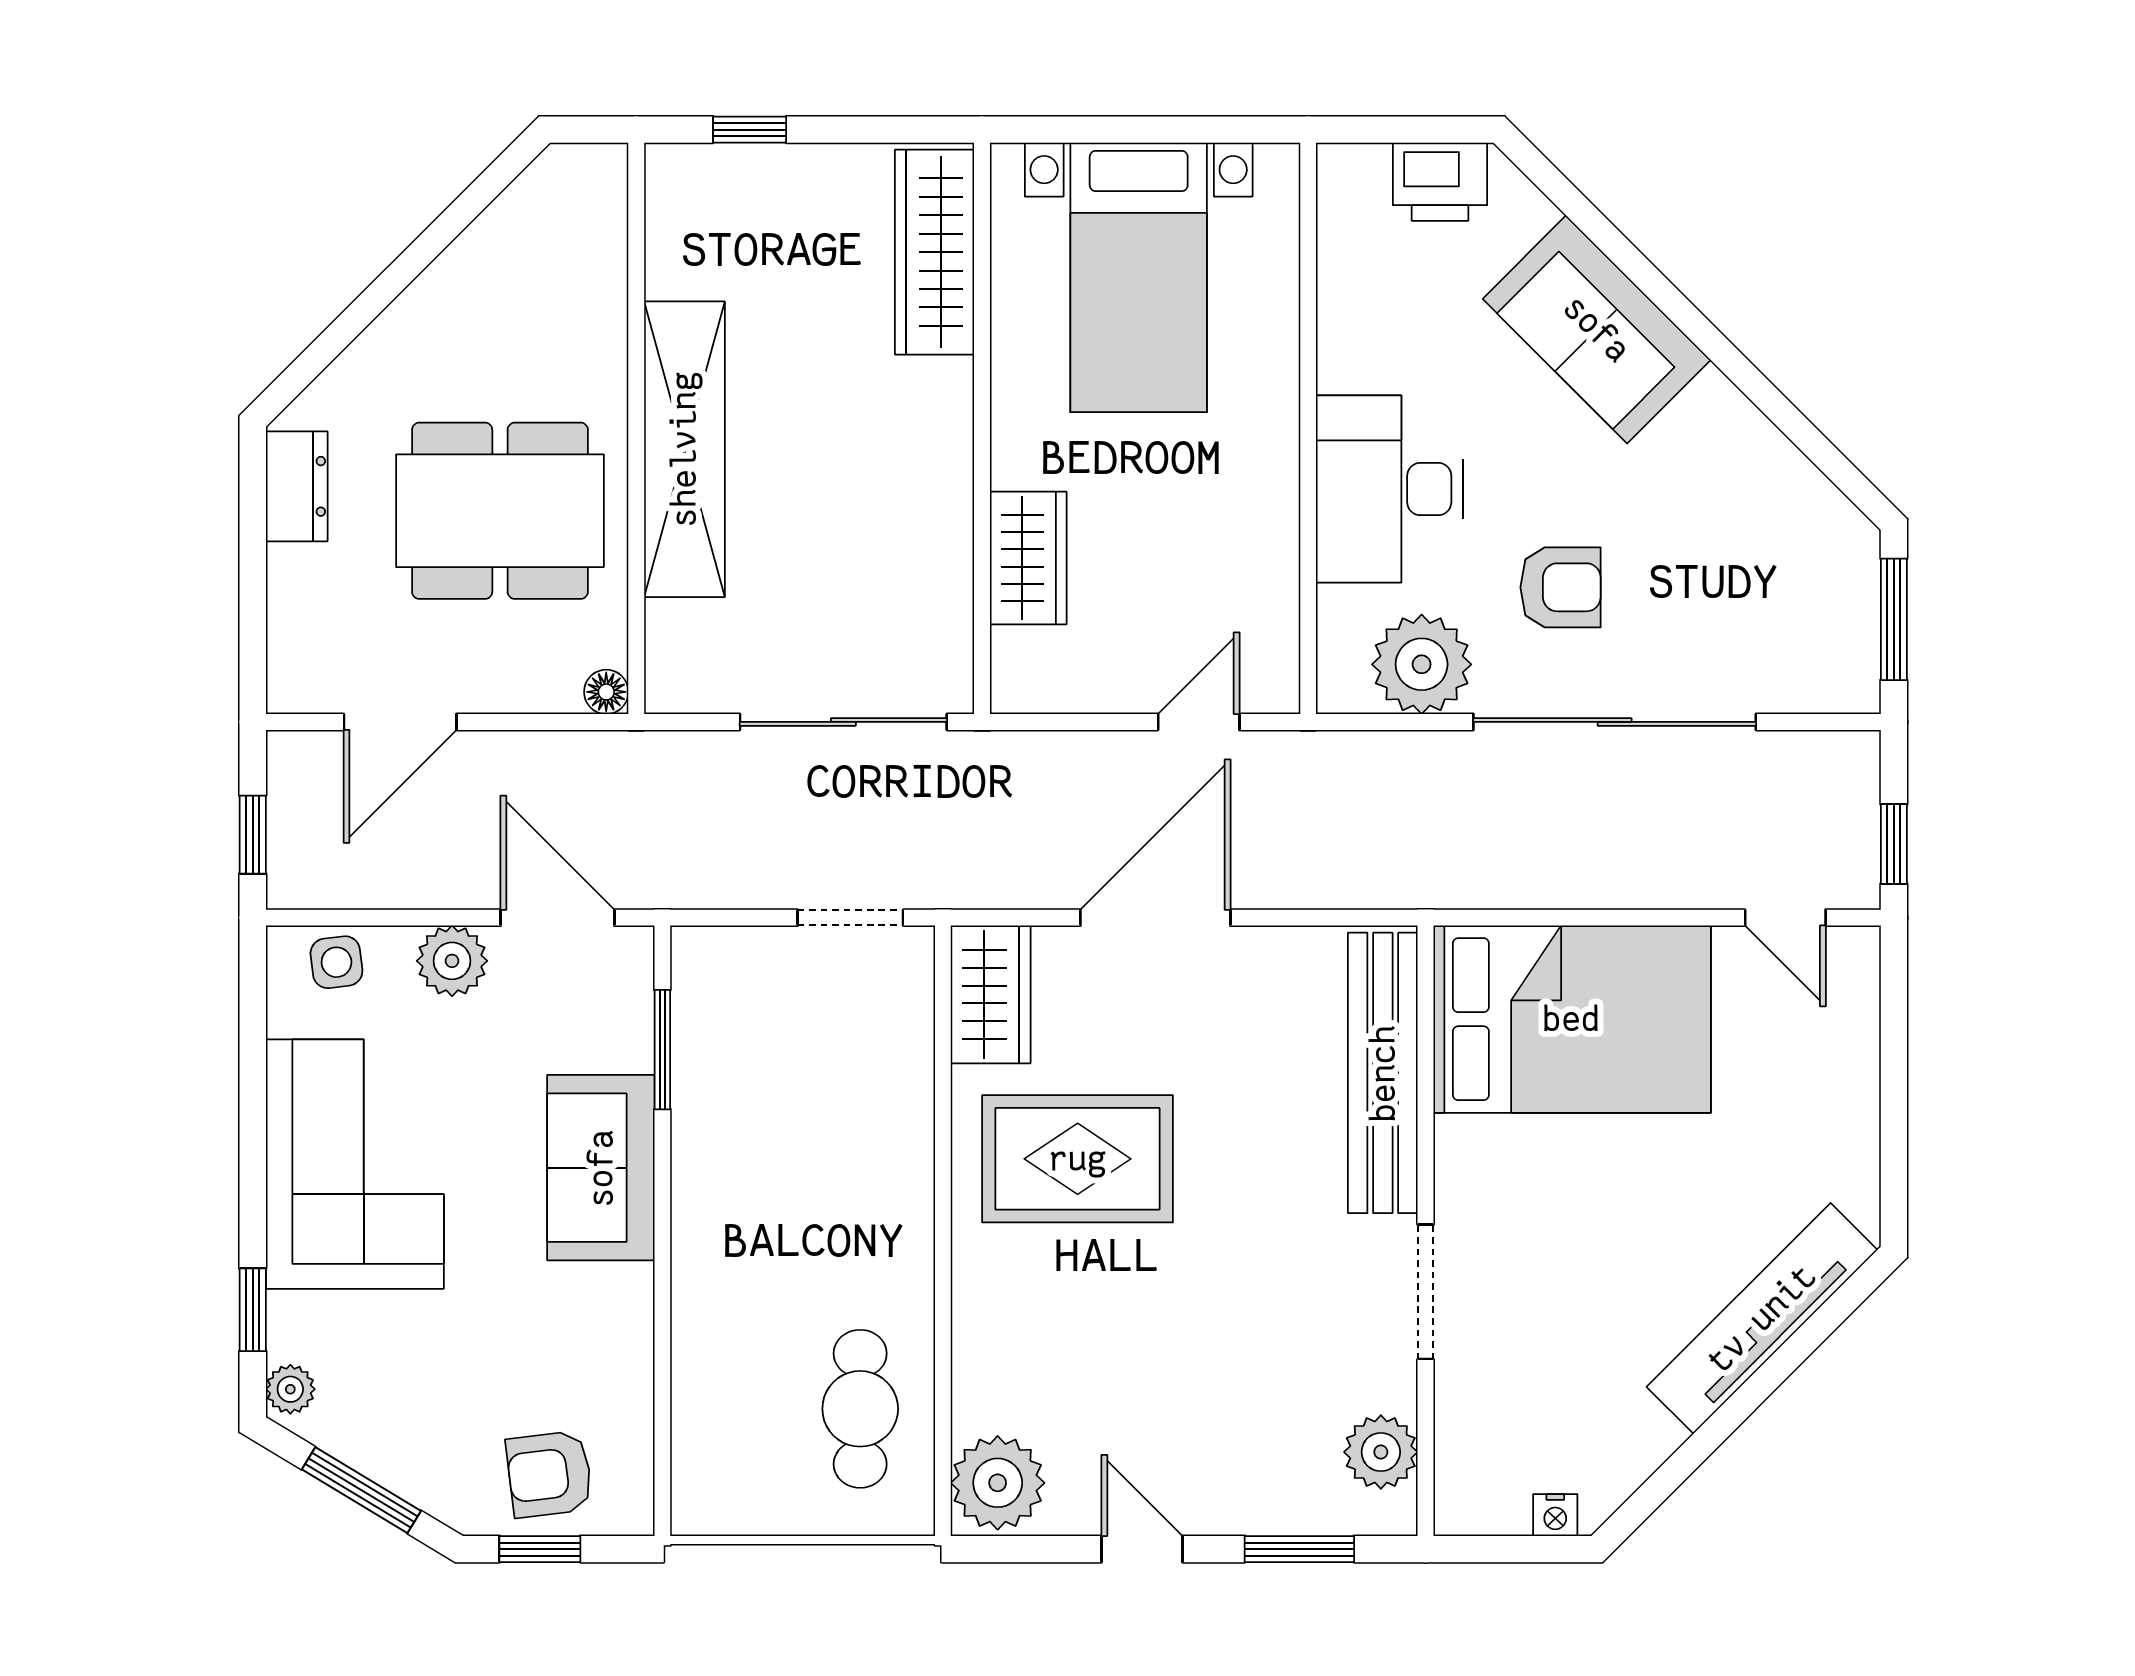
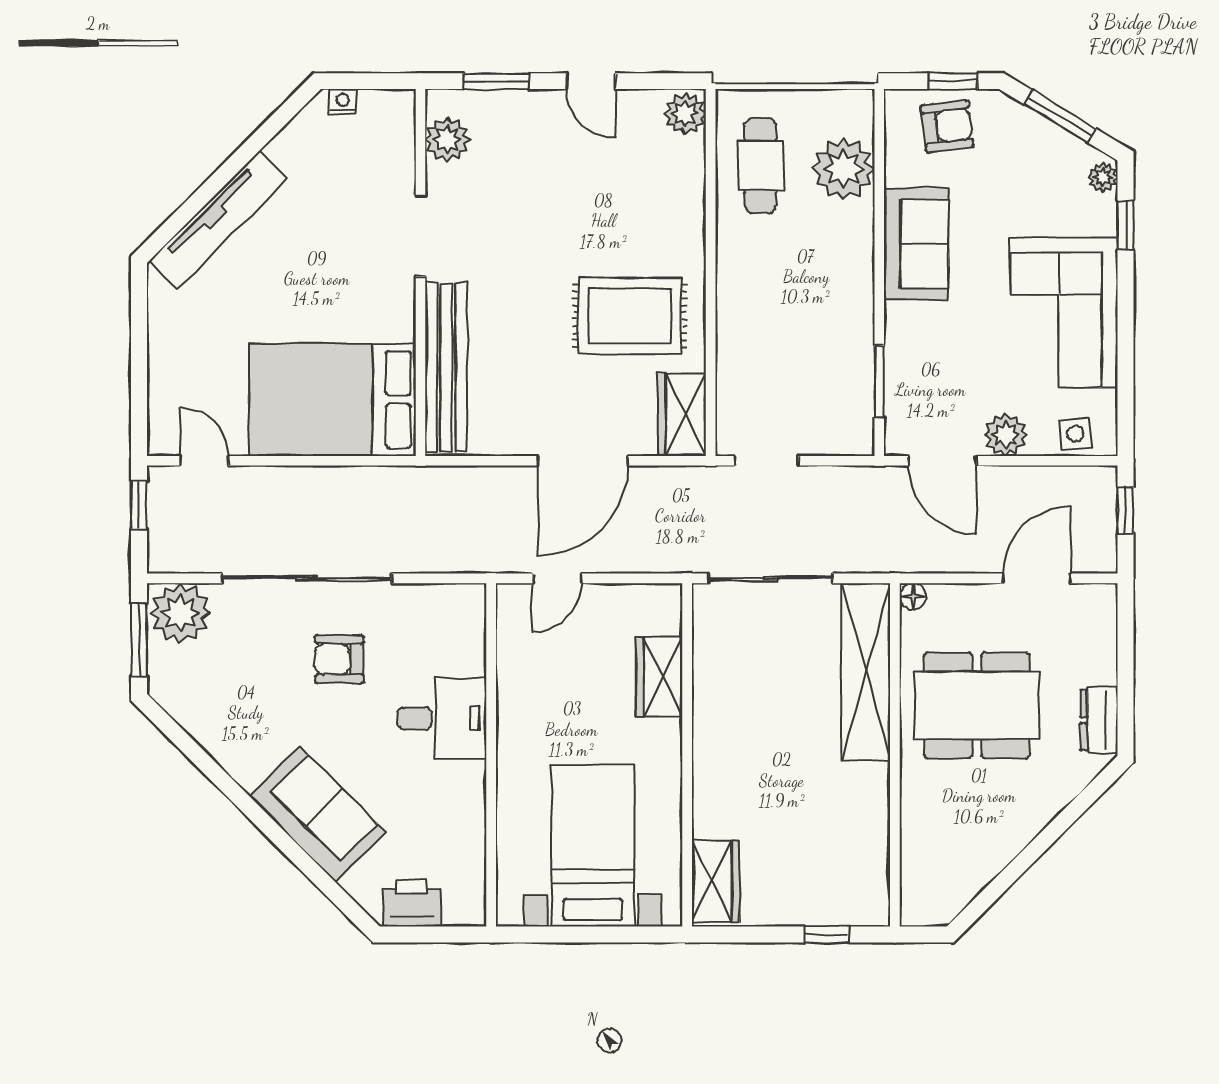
wardrobe: (935, 252) -> (716, 881), width x0.67
shelving: (684, 449) -> (866, 672), moved
desk: (1390, 489) -> (442, 718), width x0.73
plant: (1422, 664) -> (180, 613), moved
sofa: (601, 1168) -> (916, 244), moved
plant: (722, 1403) -> (844, 169), added
plant: (998, 1483) -> (685, 113), width x0.73, depth x0.73

